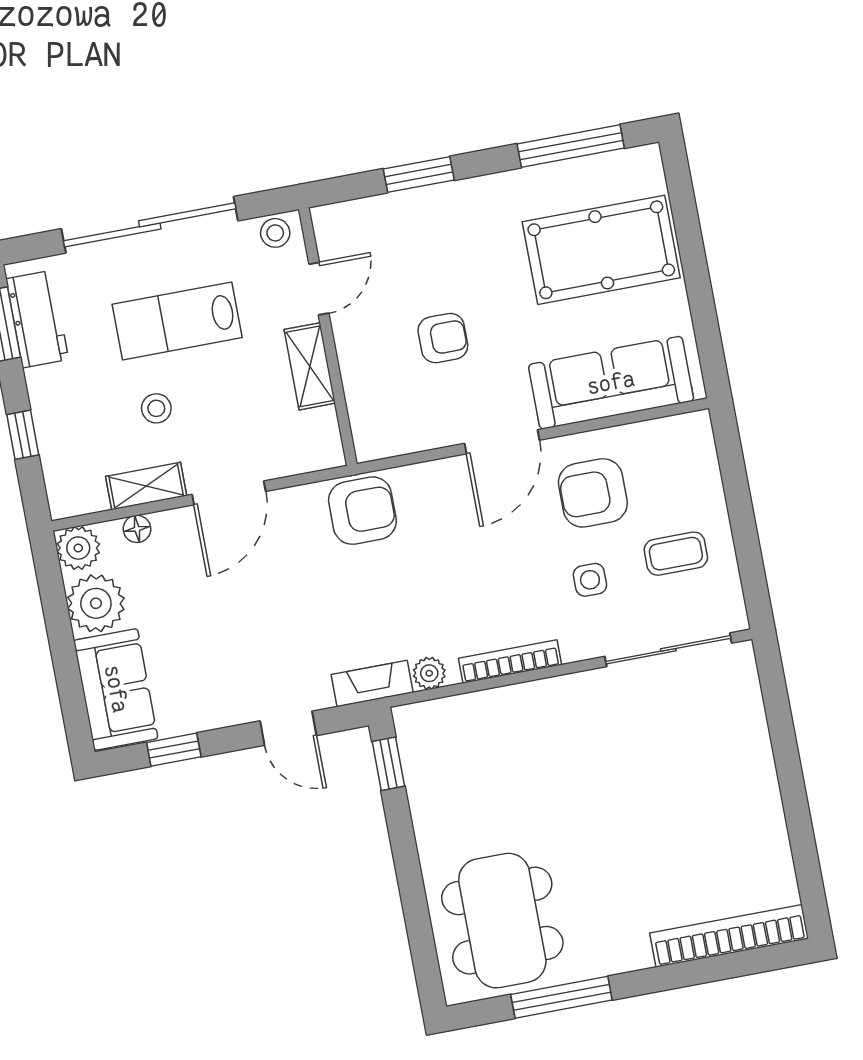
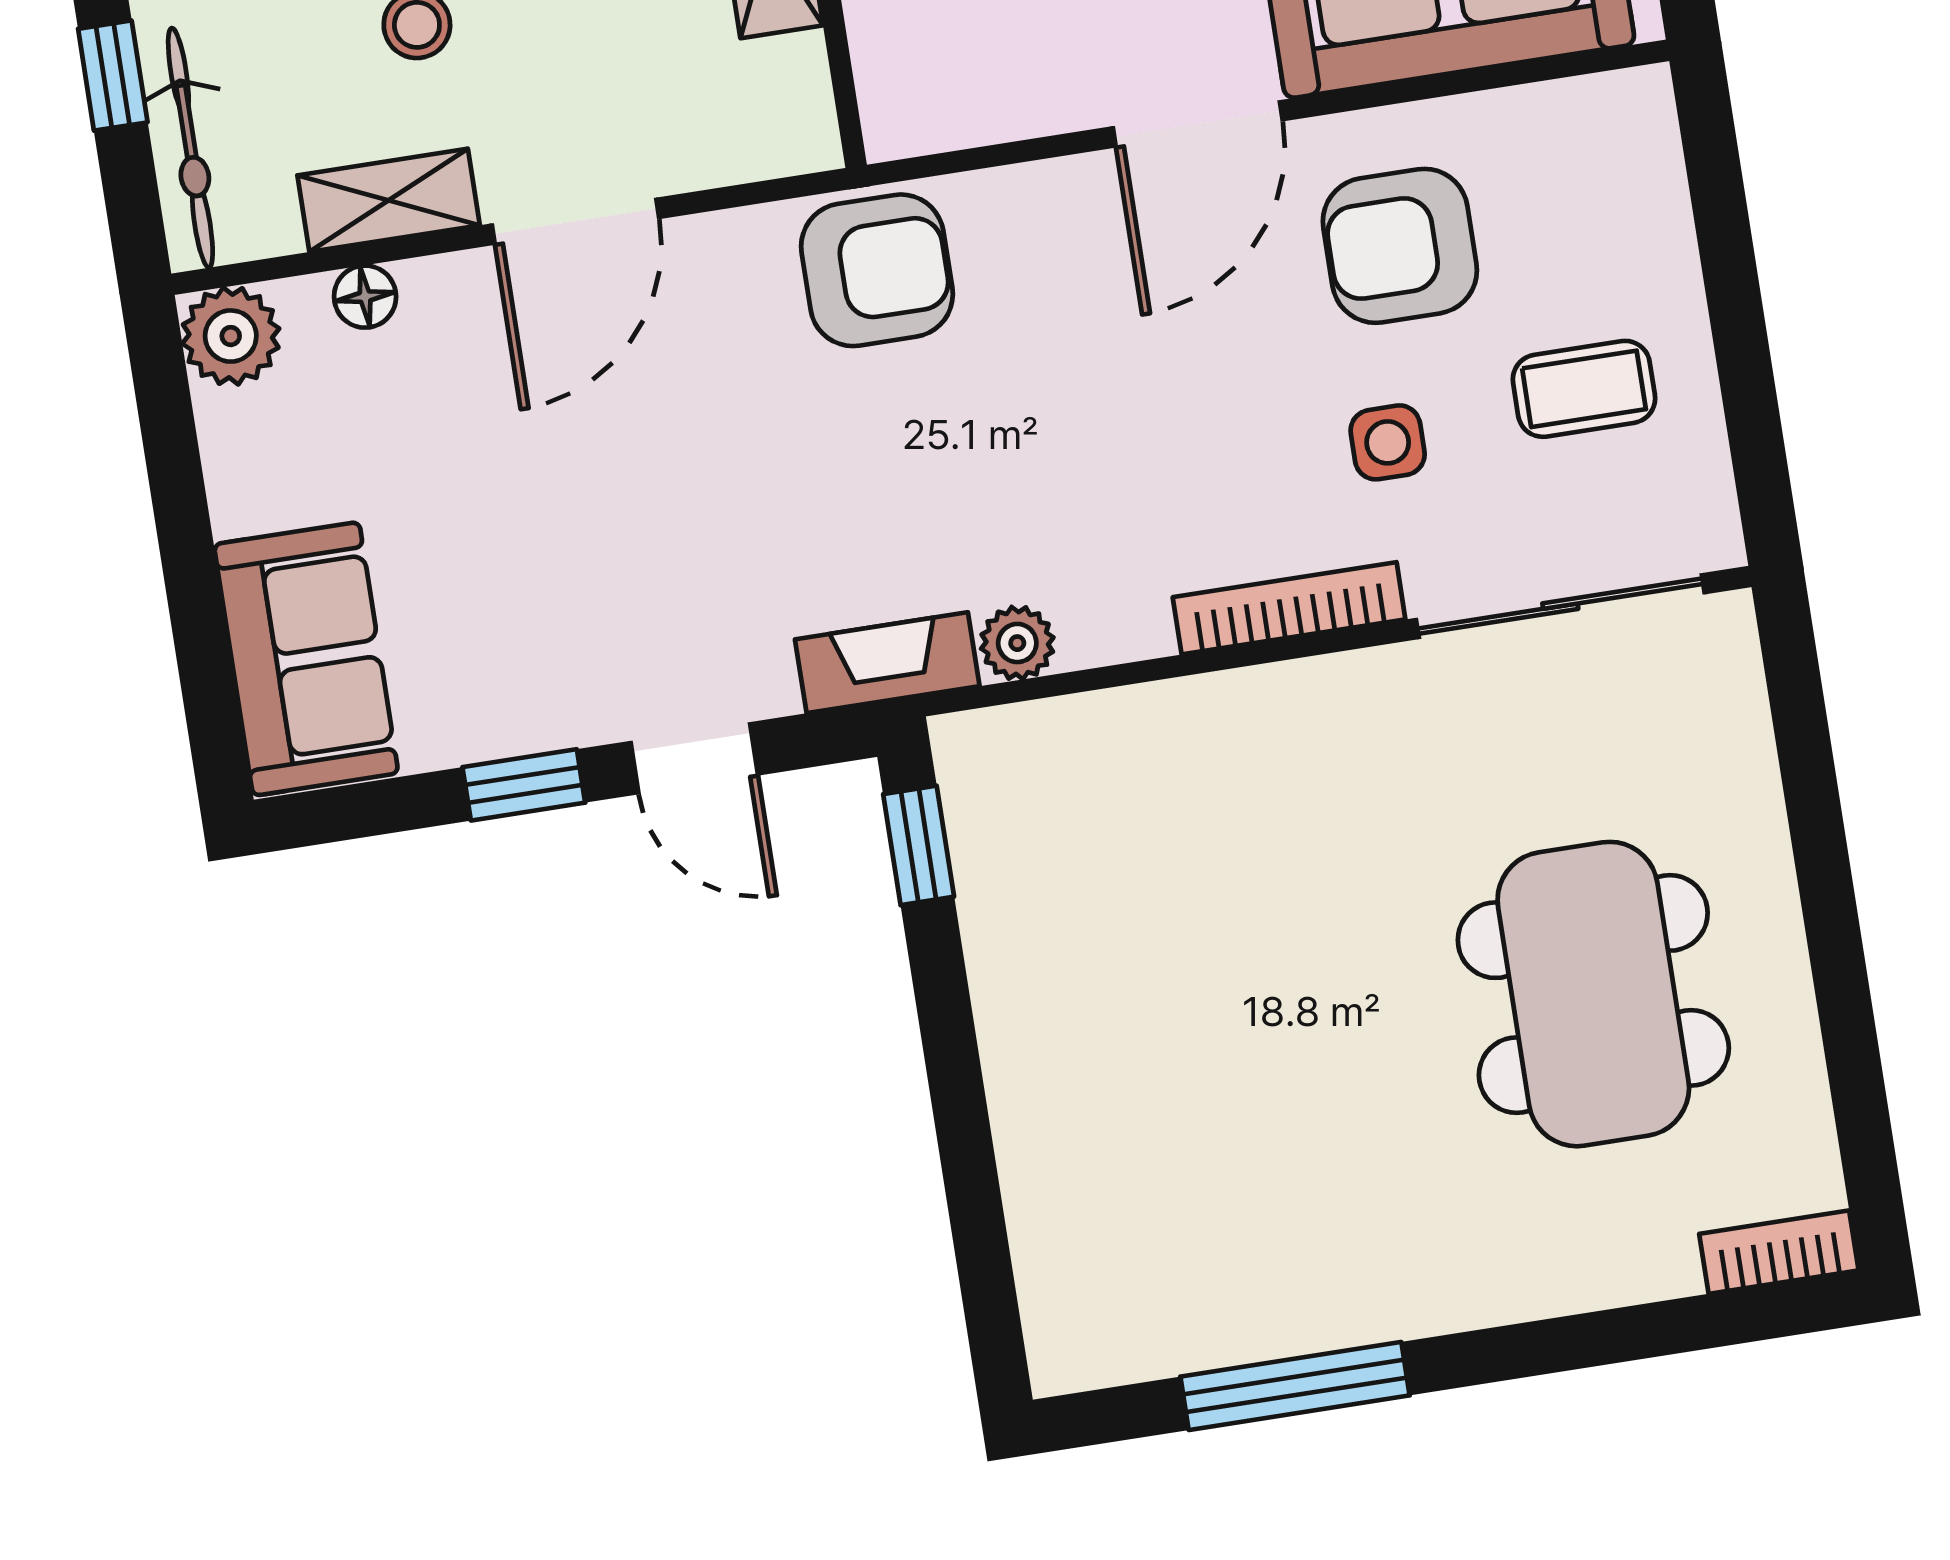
bicycle: (58, 466) -> (190, 148), added
plant: (96, 603) -> (267, 462), removed
bookcase: (510, 662) -> (1289, 608), moved
window: (174, 750) -> (524, 785), moved
dining table: (502, 921) -> (1593, 994), moved
bookcase: (729, 936) -> (1779, 1252), width x0.43, depth x0.76

